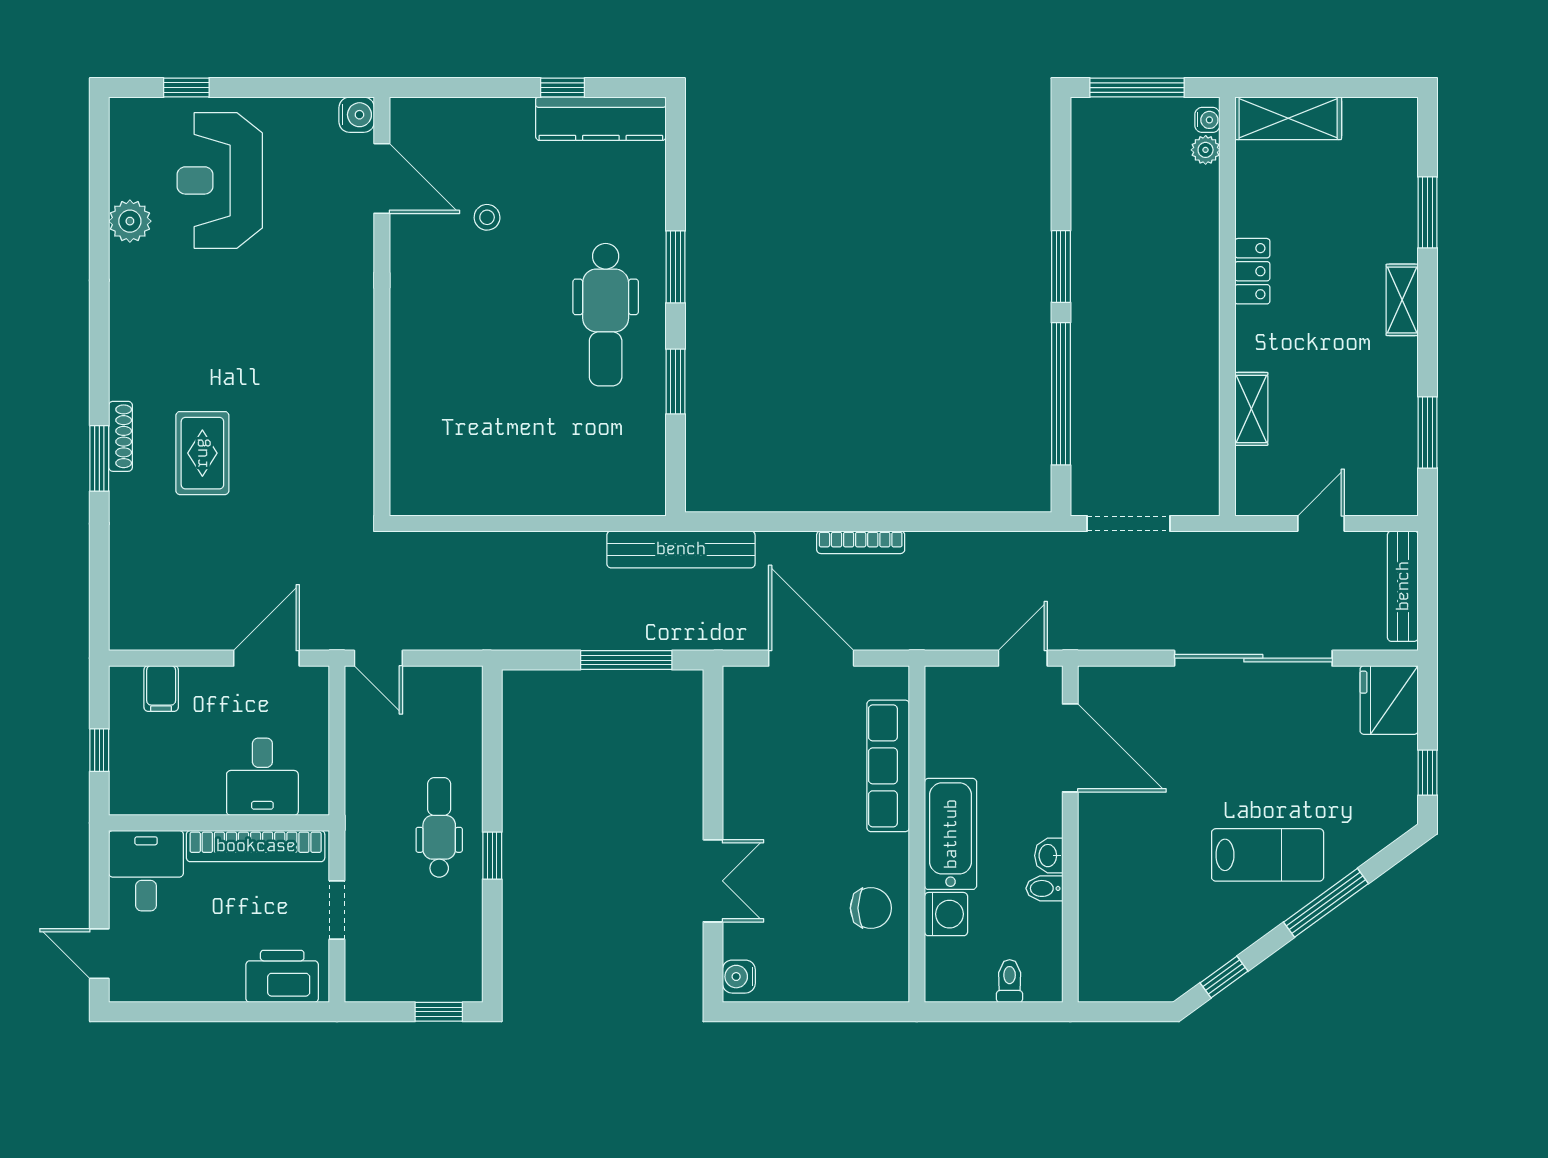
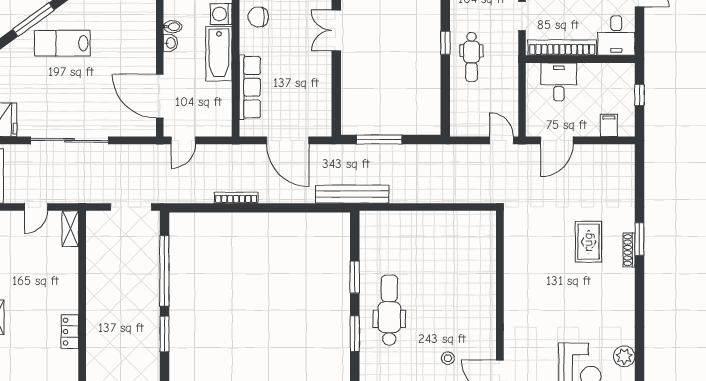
shelving: (1251, 409) -> (70, 229), moved
bookcase: (861, 542) -> (236, 198), moved

